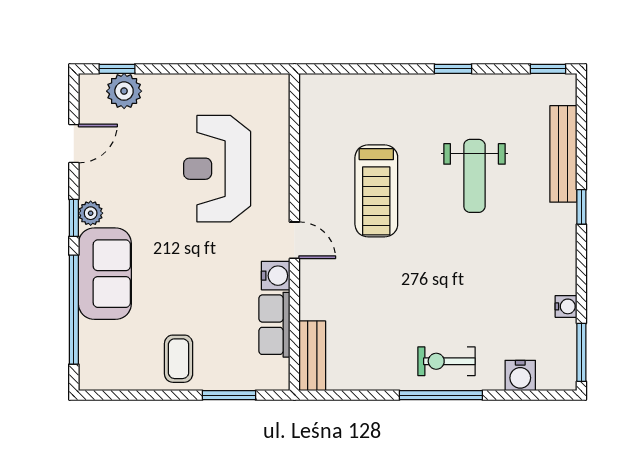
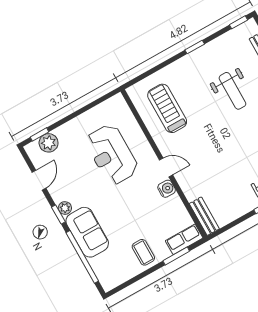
treadmill: (376, 191) -> (167, 108), moved, turned 180
row of seats: (274, 325) -> (184, 239), moved, turned 90

